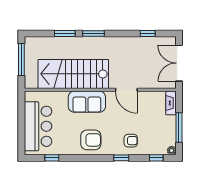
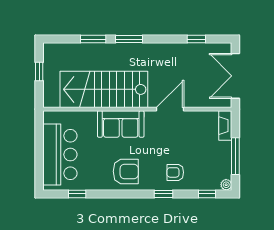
window: (21, 60) -> (39, 71), width x0.46
door: (126, 90) -> (170, 109), swing flipped
armchair: (131, 141) -> (175, 172), turned 180

